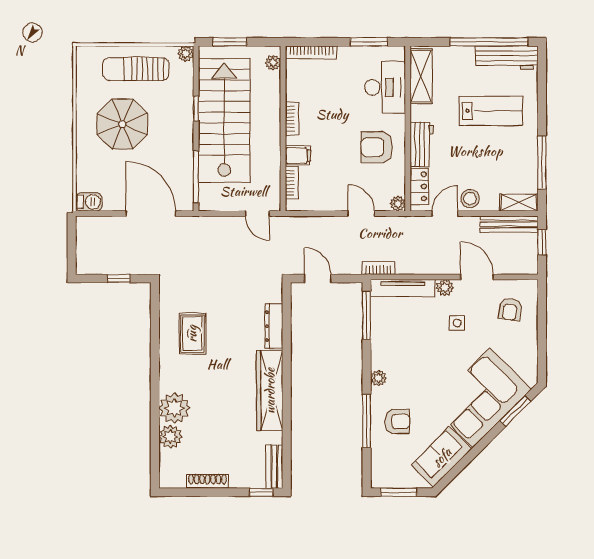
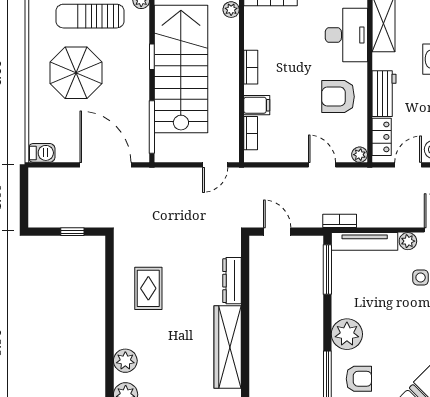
door: (257, 214) -> (215, 165), hinge flipped
plant: (379, 378) -> (347, 334), width x1.88, depth x1.88
plant: (174, 408) -> (125, 361), width x0.73, depth x0.73

